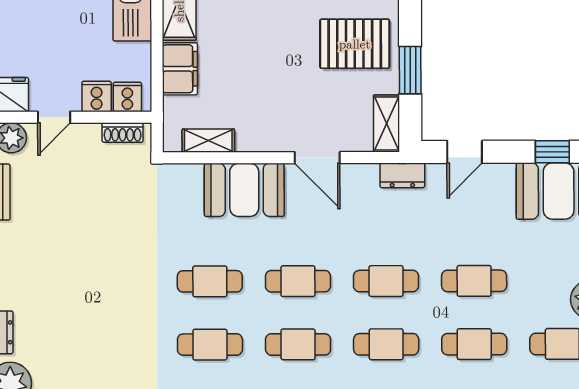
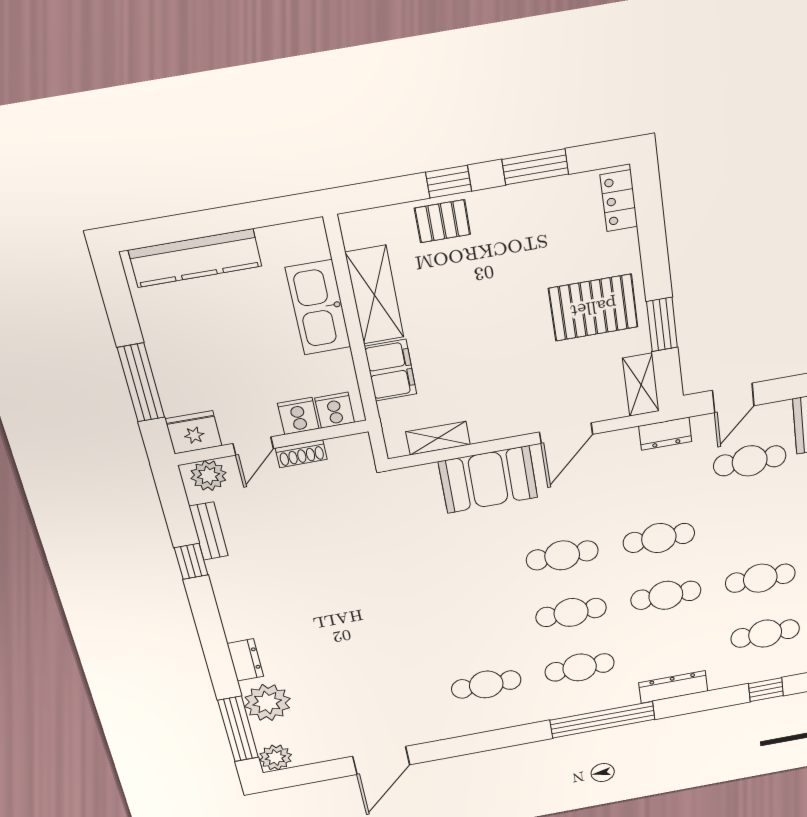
shoe rack: (123, 132) -> (301, 454), moved
door: (317, 158) -> (566, 433), hinge flipped
cafe table: (210, 281) -> (465, 573), removed
cafe table: (474, 281) -> (750, 461), moved
cafe table: (210, 345) -> (476, 630), removed

